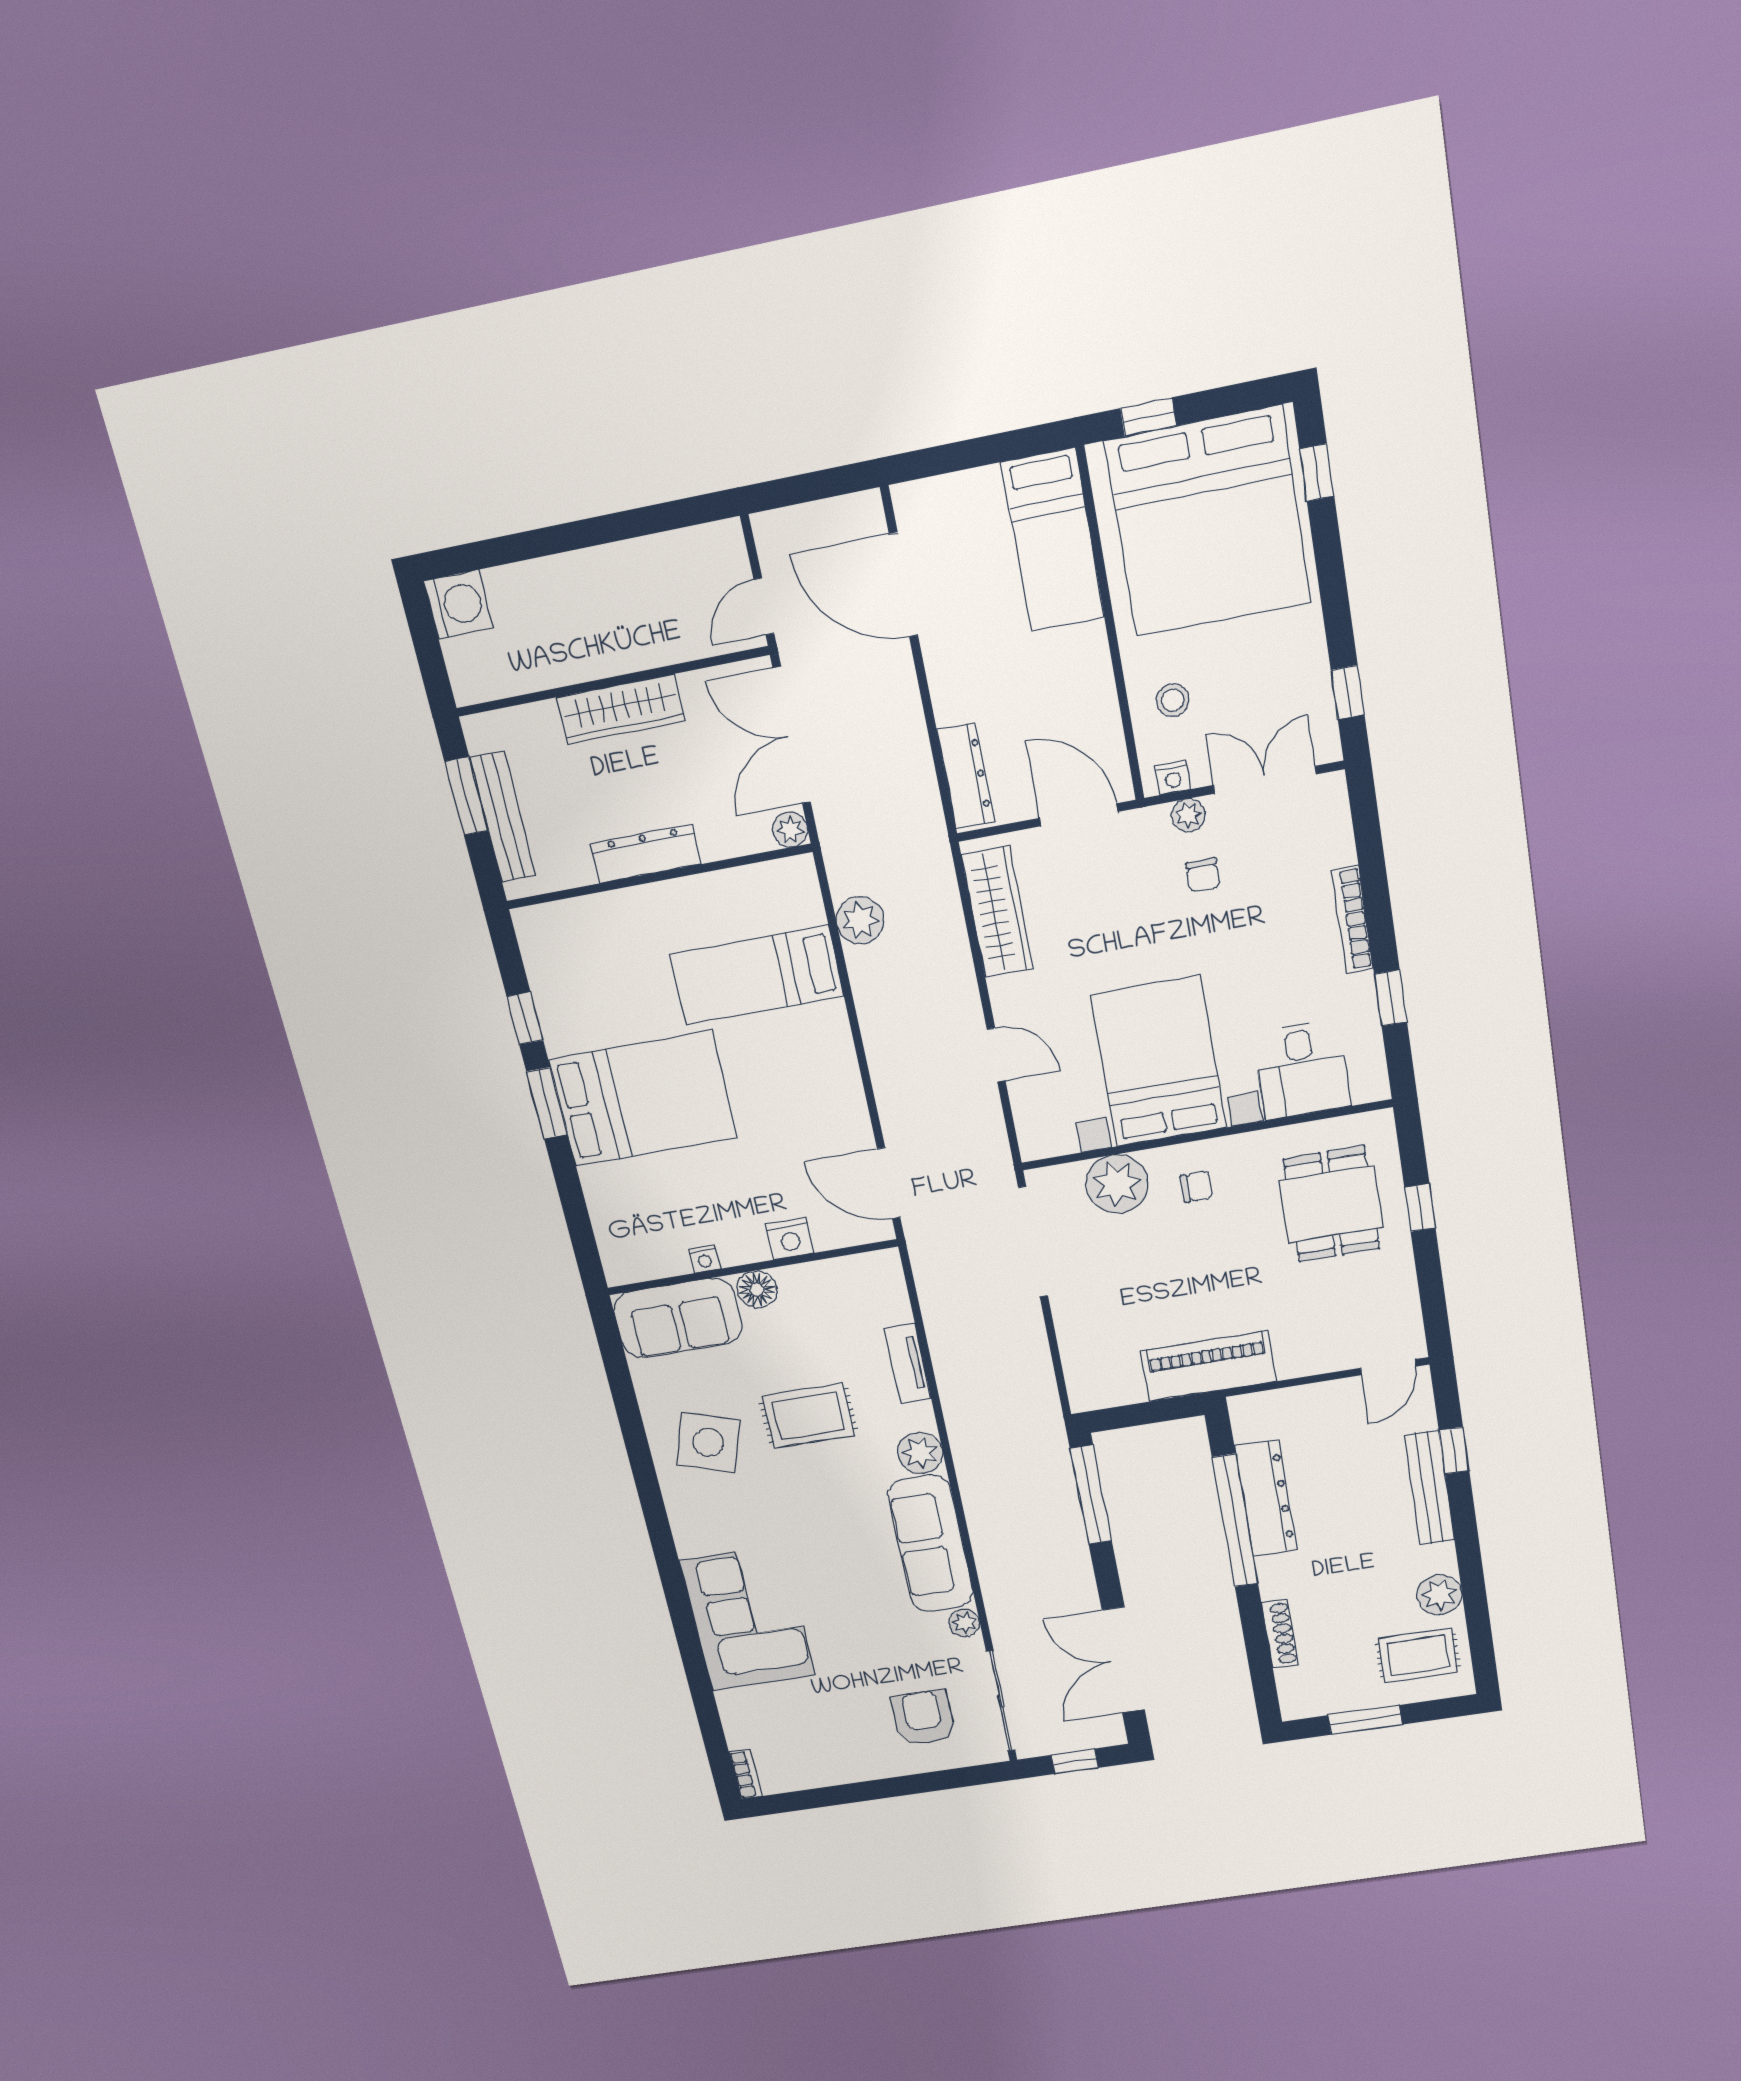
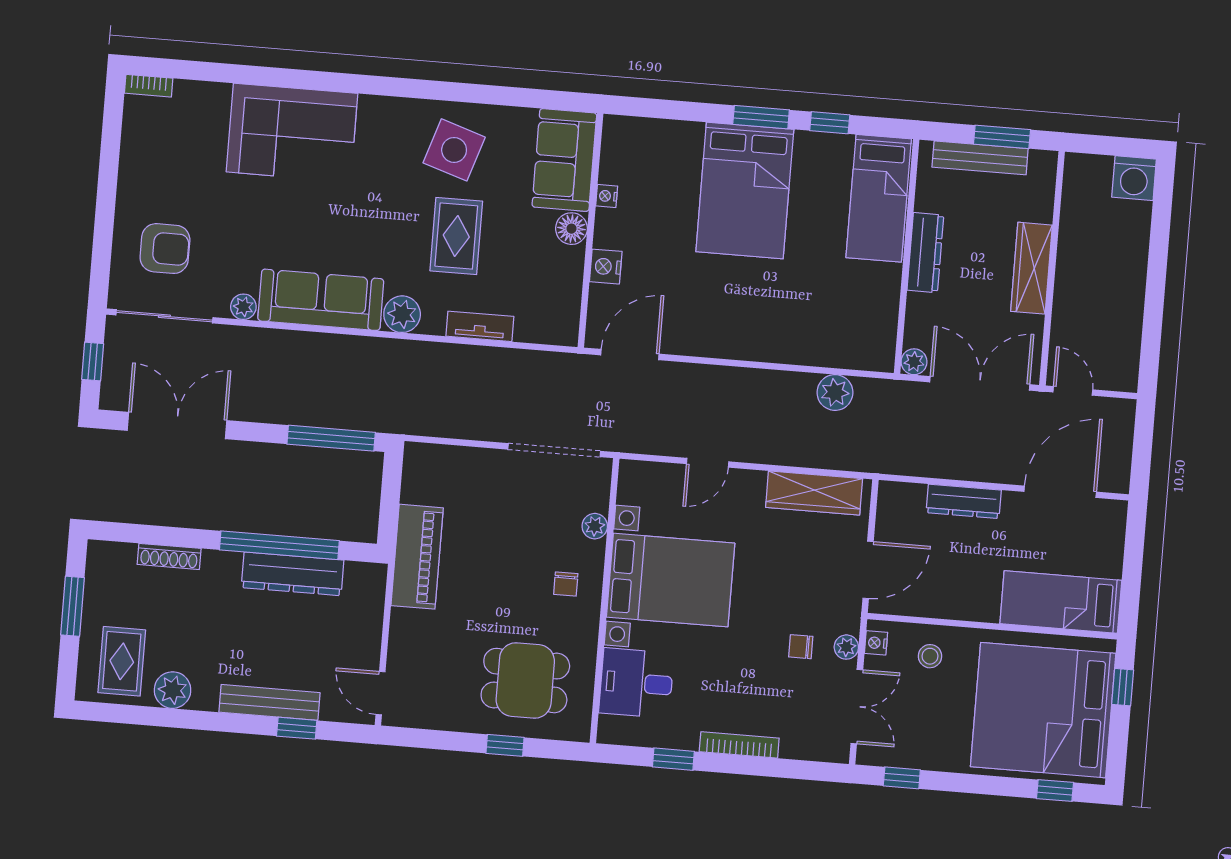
dresser: (966, 776) -> (964, 501), moved
bed: (757, 975) -> (879, 198), moved, turned 180
plant: (1117, 1184) -> (595, 526), width x0.53, depth x0.53

